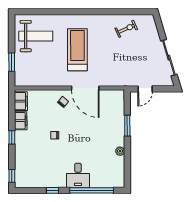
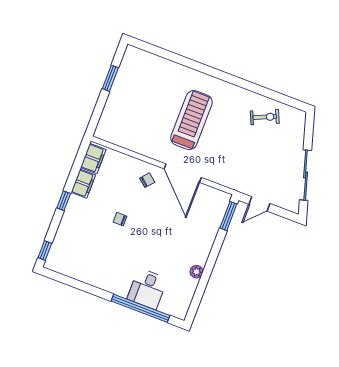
weight bench: (36, 36) -> (145, 82), removed
window: (12, 62) -> (110, 78), moved
window: (127, 126) -> (228, 216), moved
desk: (78, 175) -> (147, 289), moved
window: (53, 190) -> (90, 289), removed

